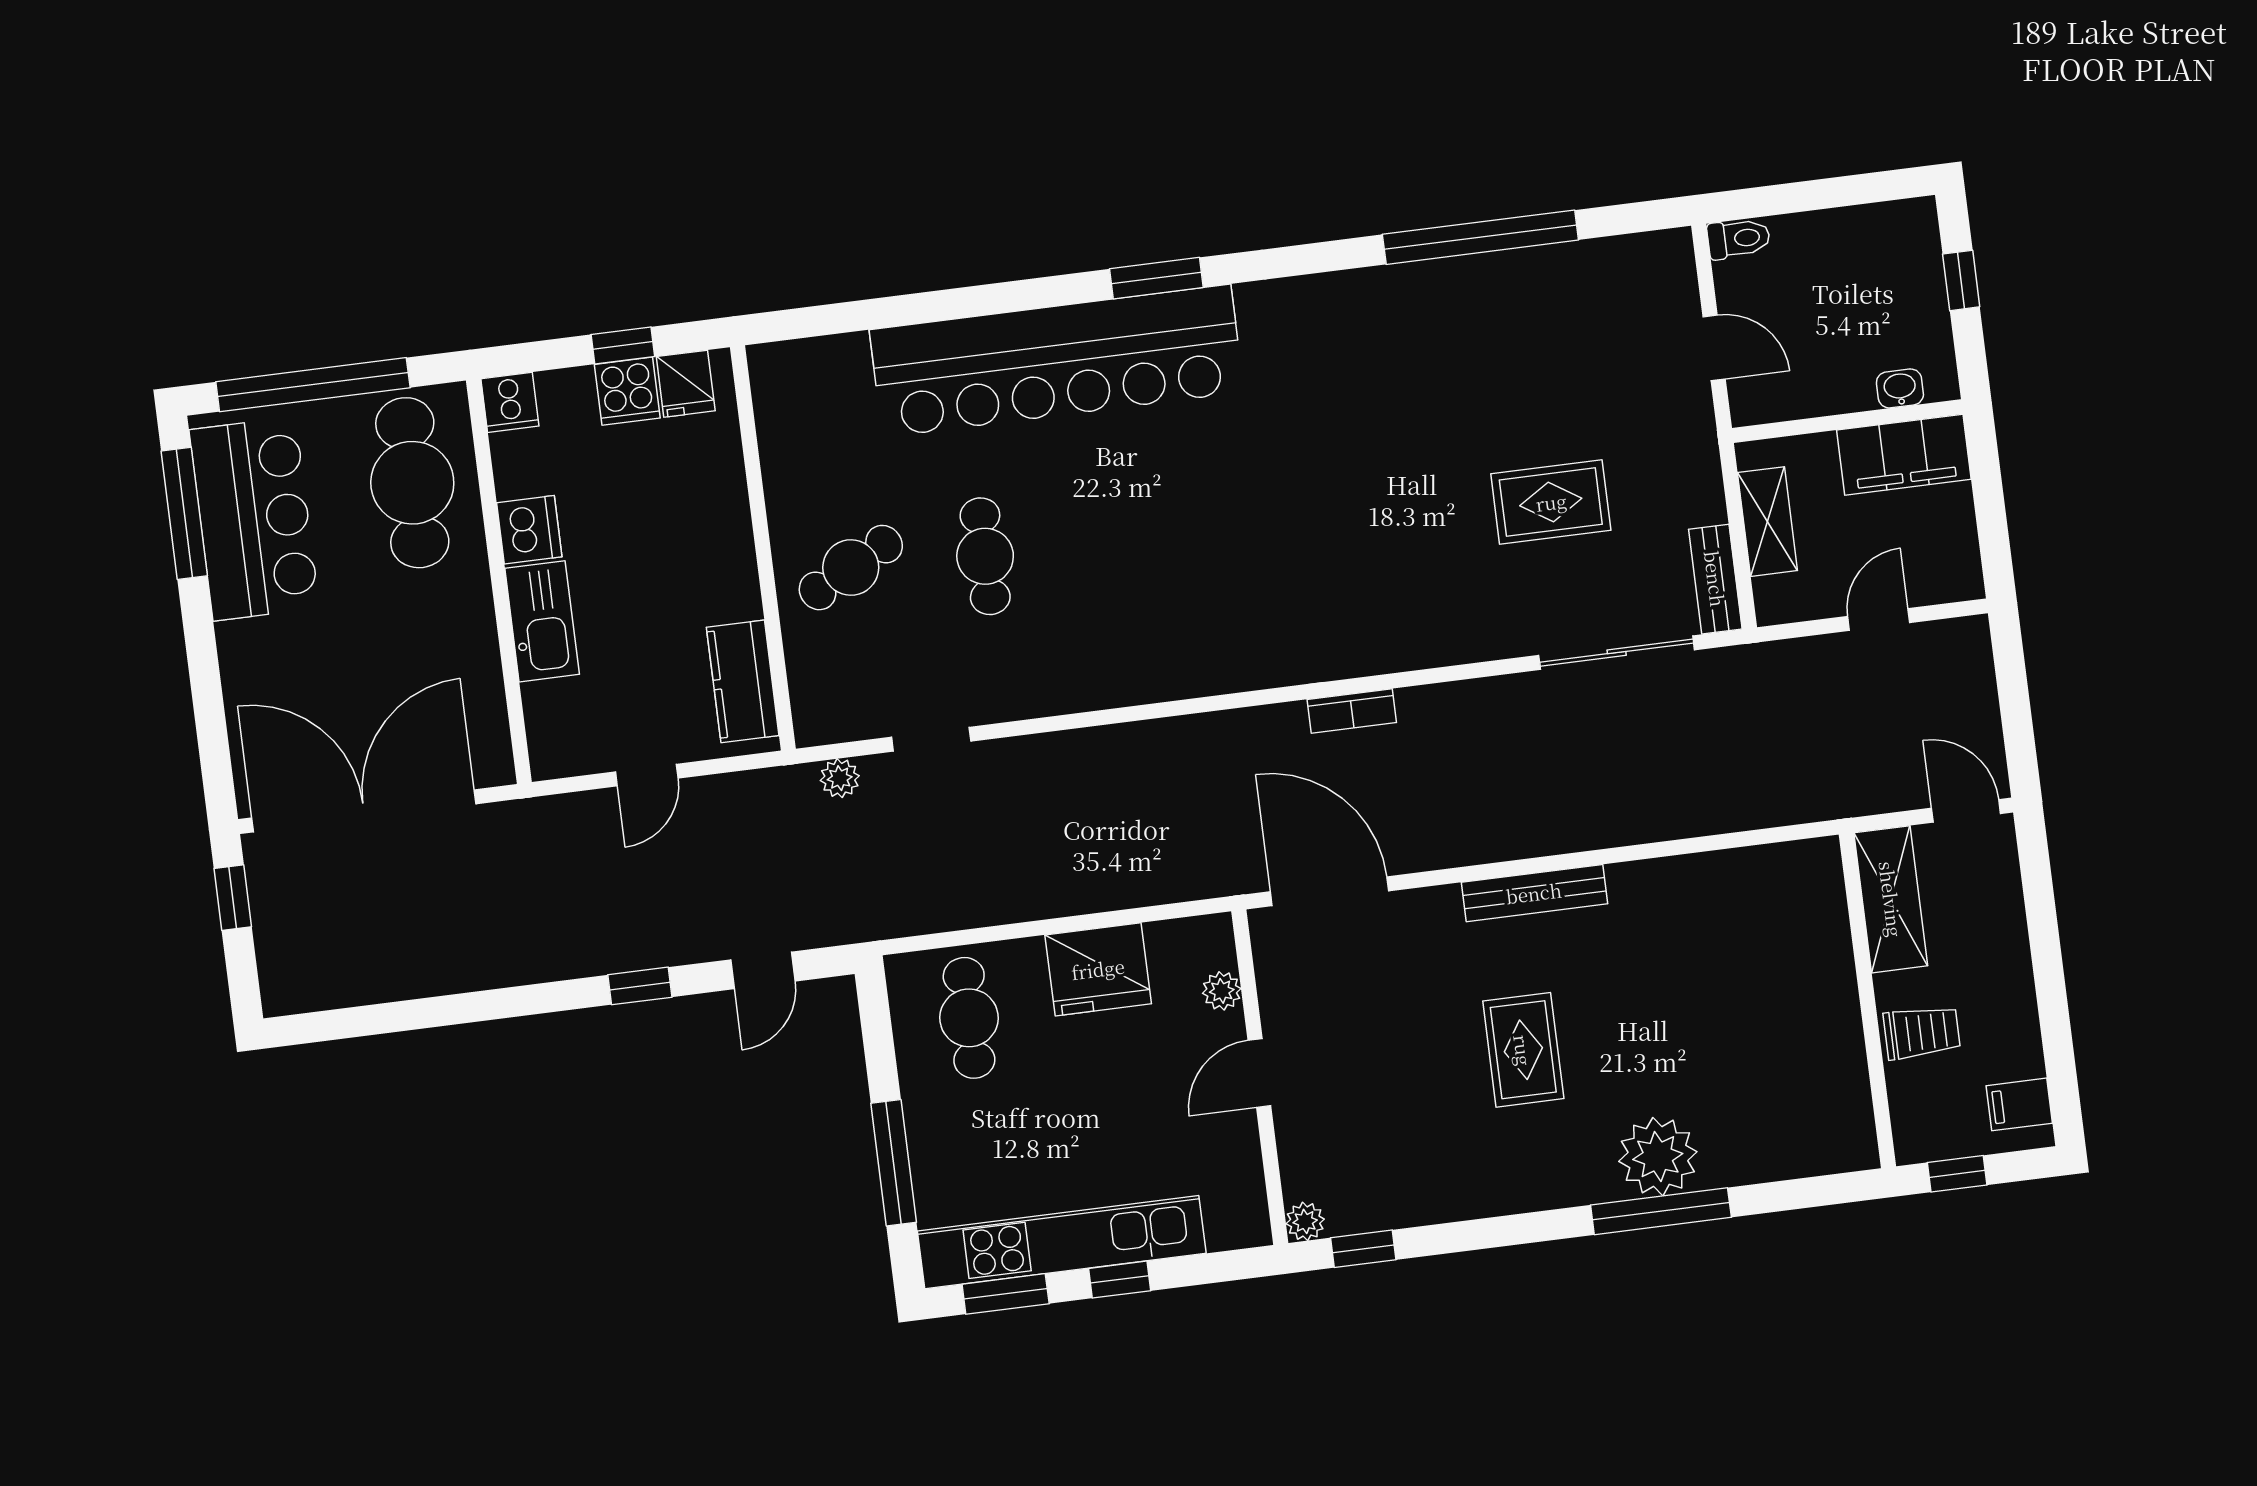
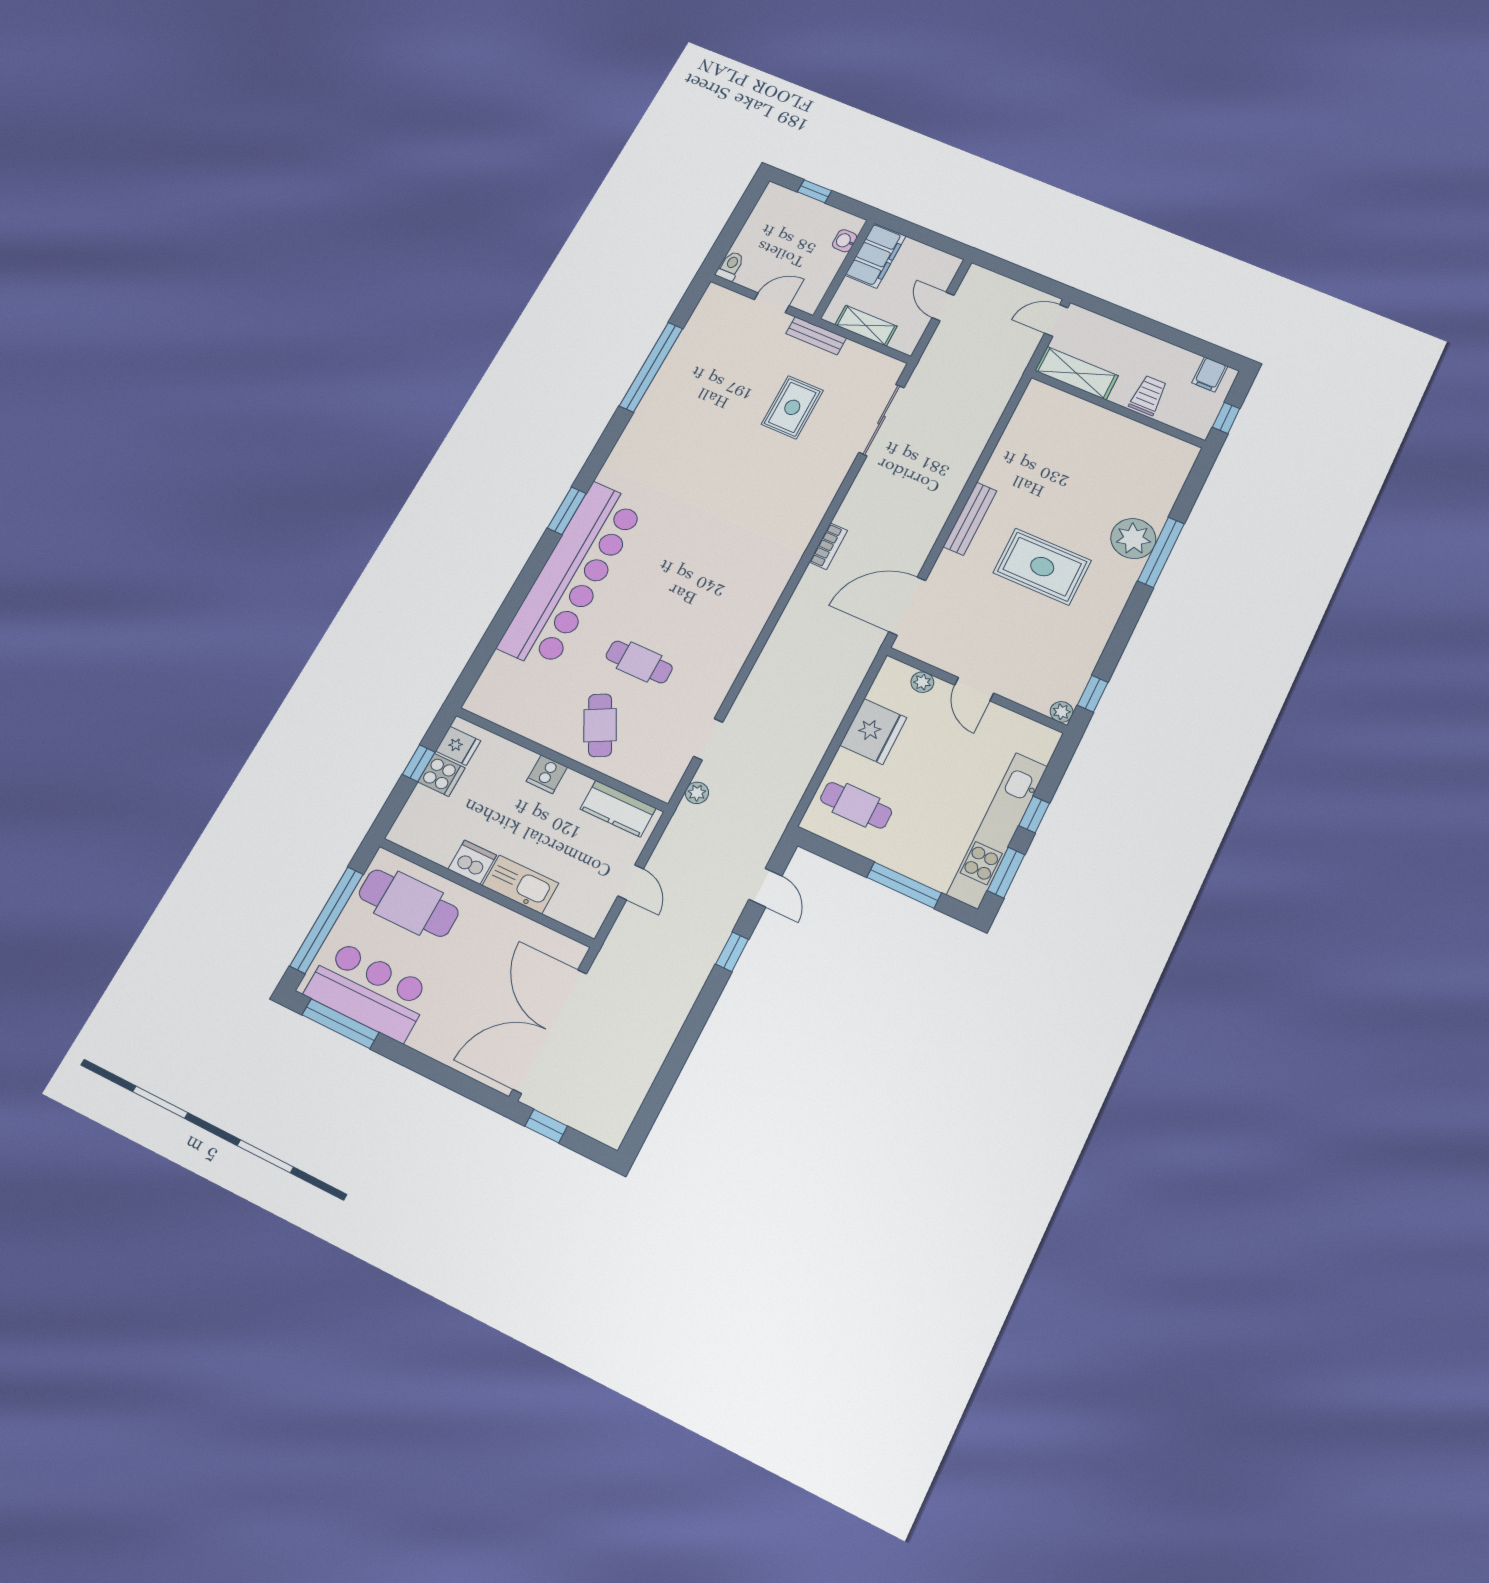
cooker: (510, 402) -> (547, 774), moved, turned 90
bench: (1715, 579) -> (816, 336), moved
rug: (1523, 1050) -> (1042, 567), width x1.36, depth x1.43

